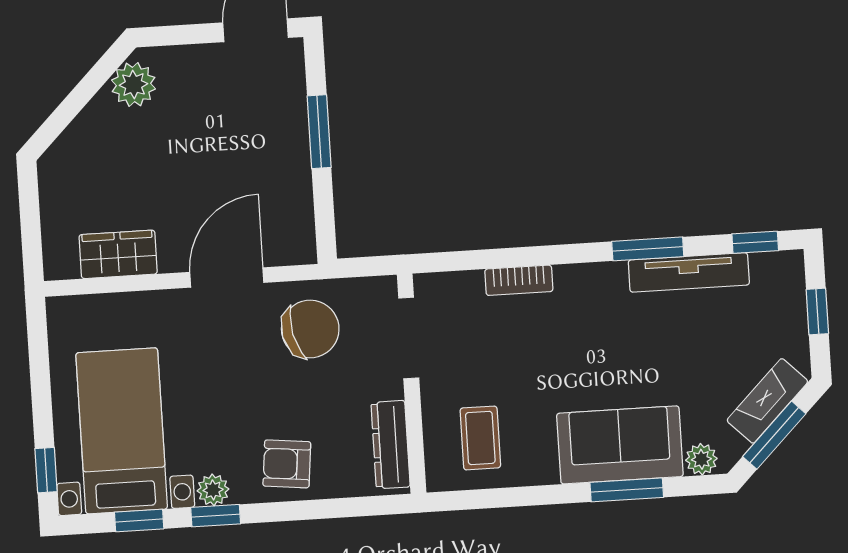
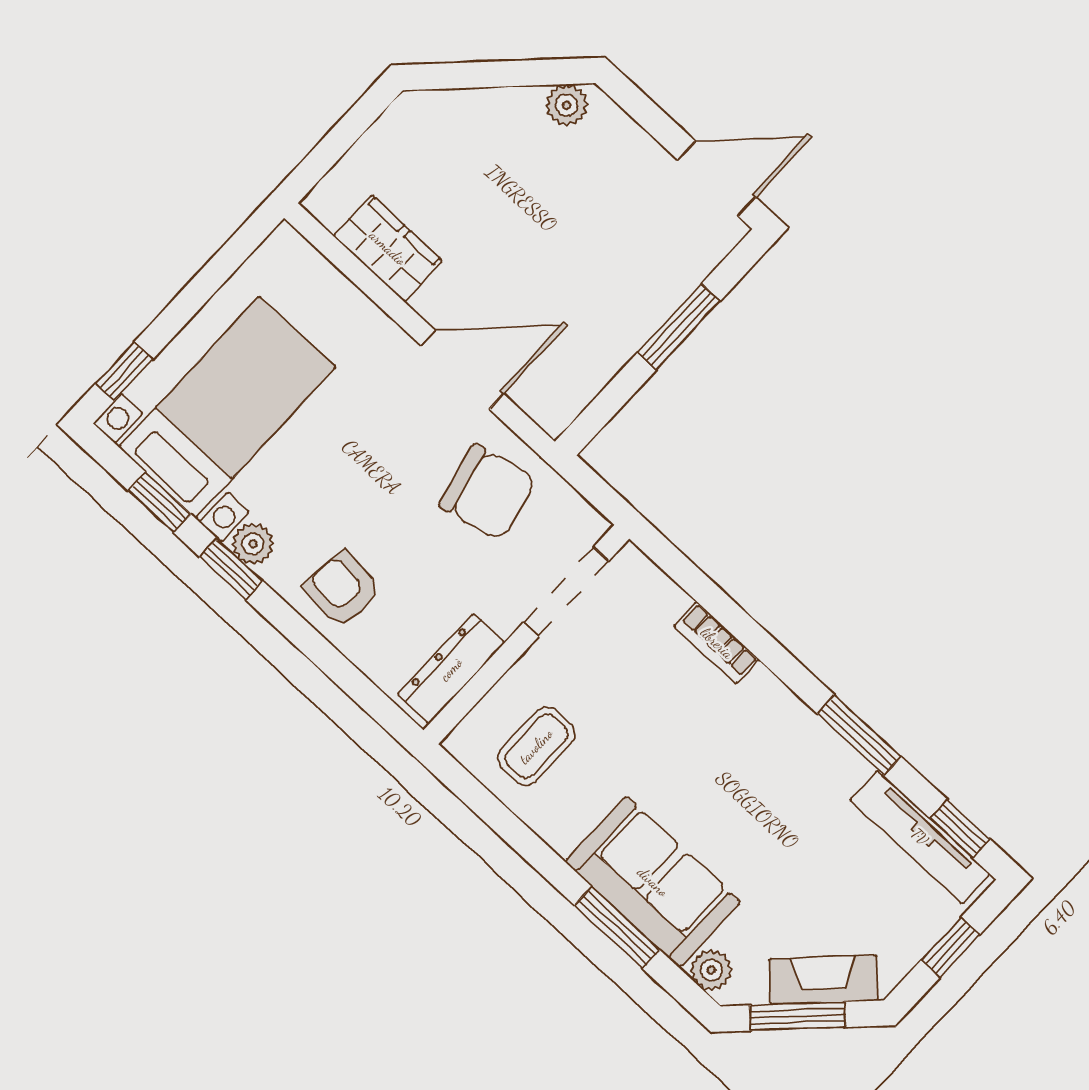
plant: (134, 84) -> (567, 105), width x0.73, depth x0.73
tv unit: (689, 272) -> (920, 837), moved

